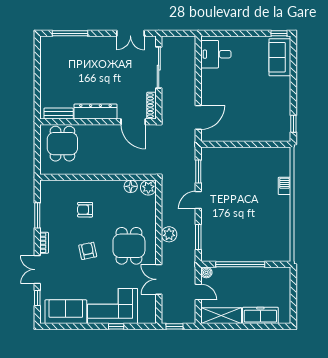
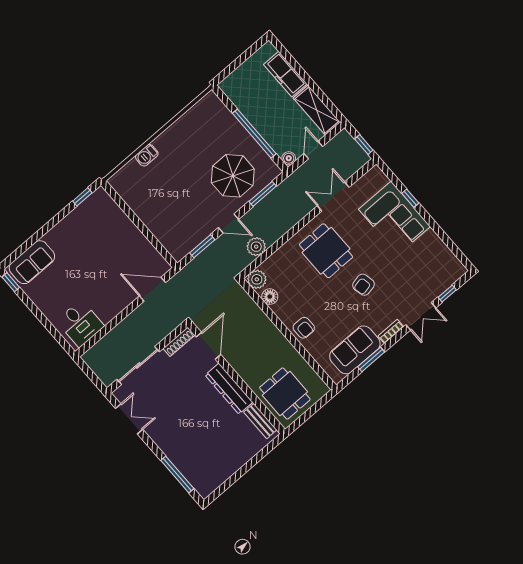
dining table: (62, 144) -> (285, 393), turned 90
armchair: (85, 210) -> (304, 328), moved
parasol: (226, 228) -> (233, 176), added
plant: (169, 234) -> (256, 247), moved
dining table: (129, 246) -> (326, 251), turned 90
double door: (159, 279) -> (333, 197), swing flipped
sofa: (66, 312) -> (355, 350), moved, turned 90

